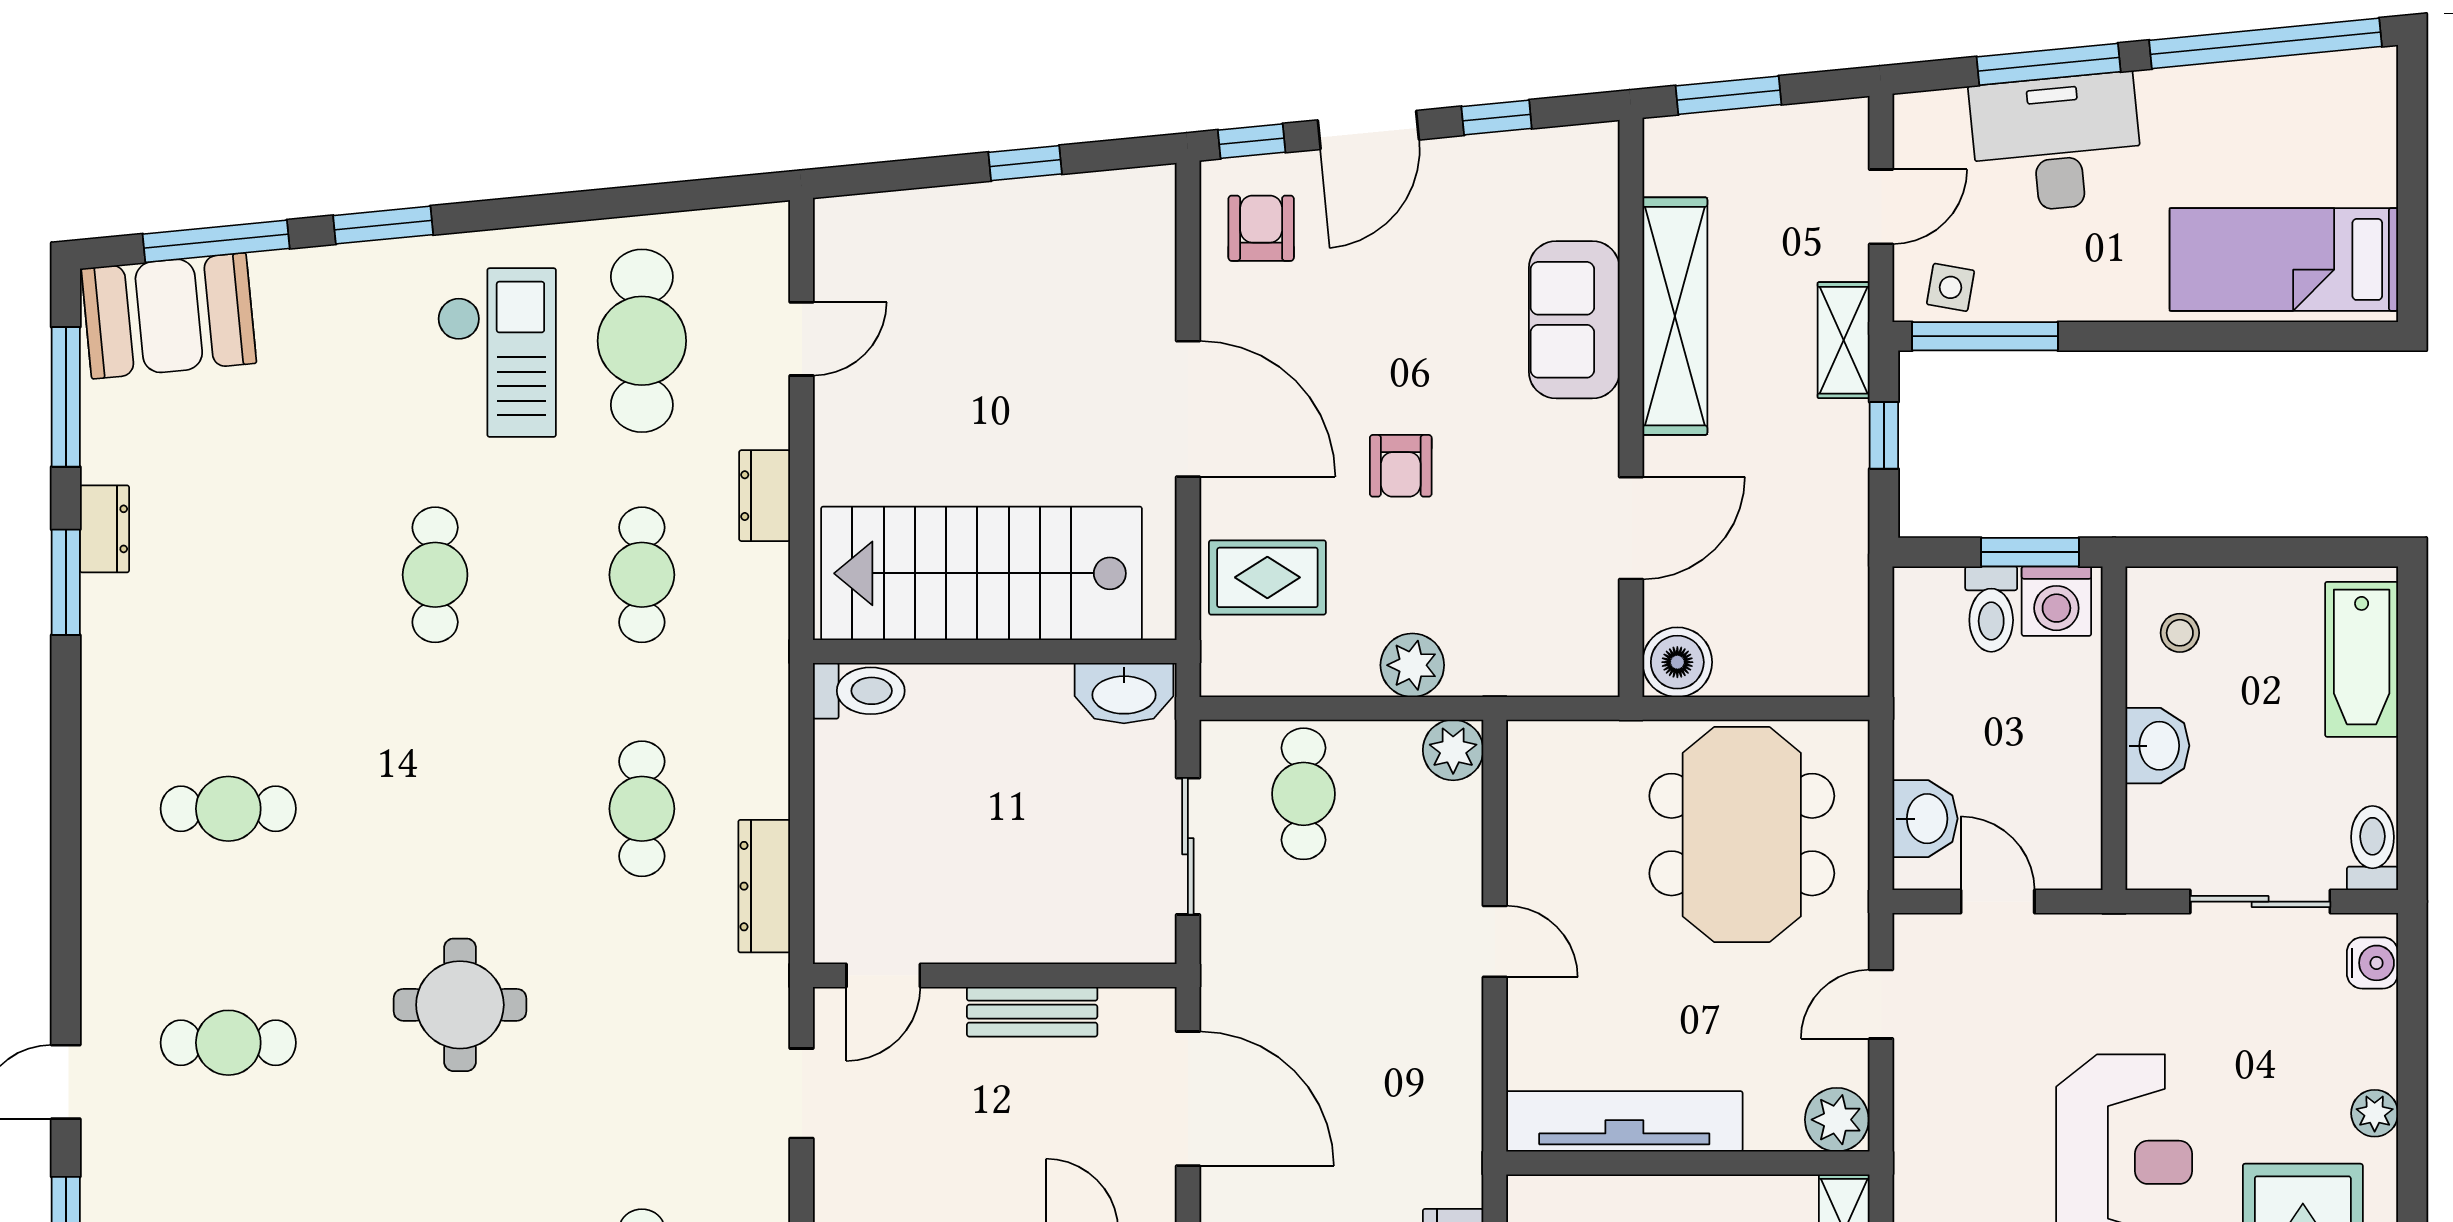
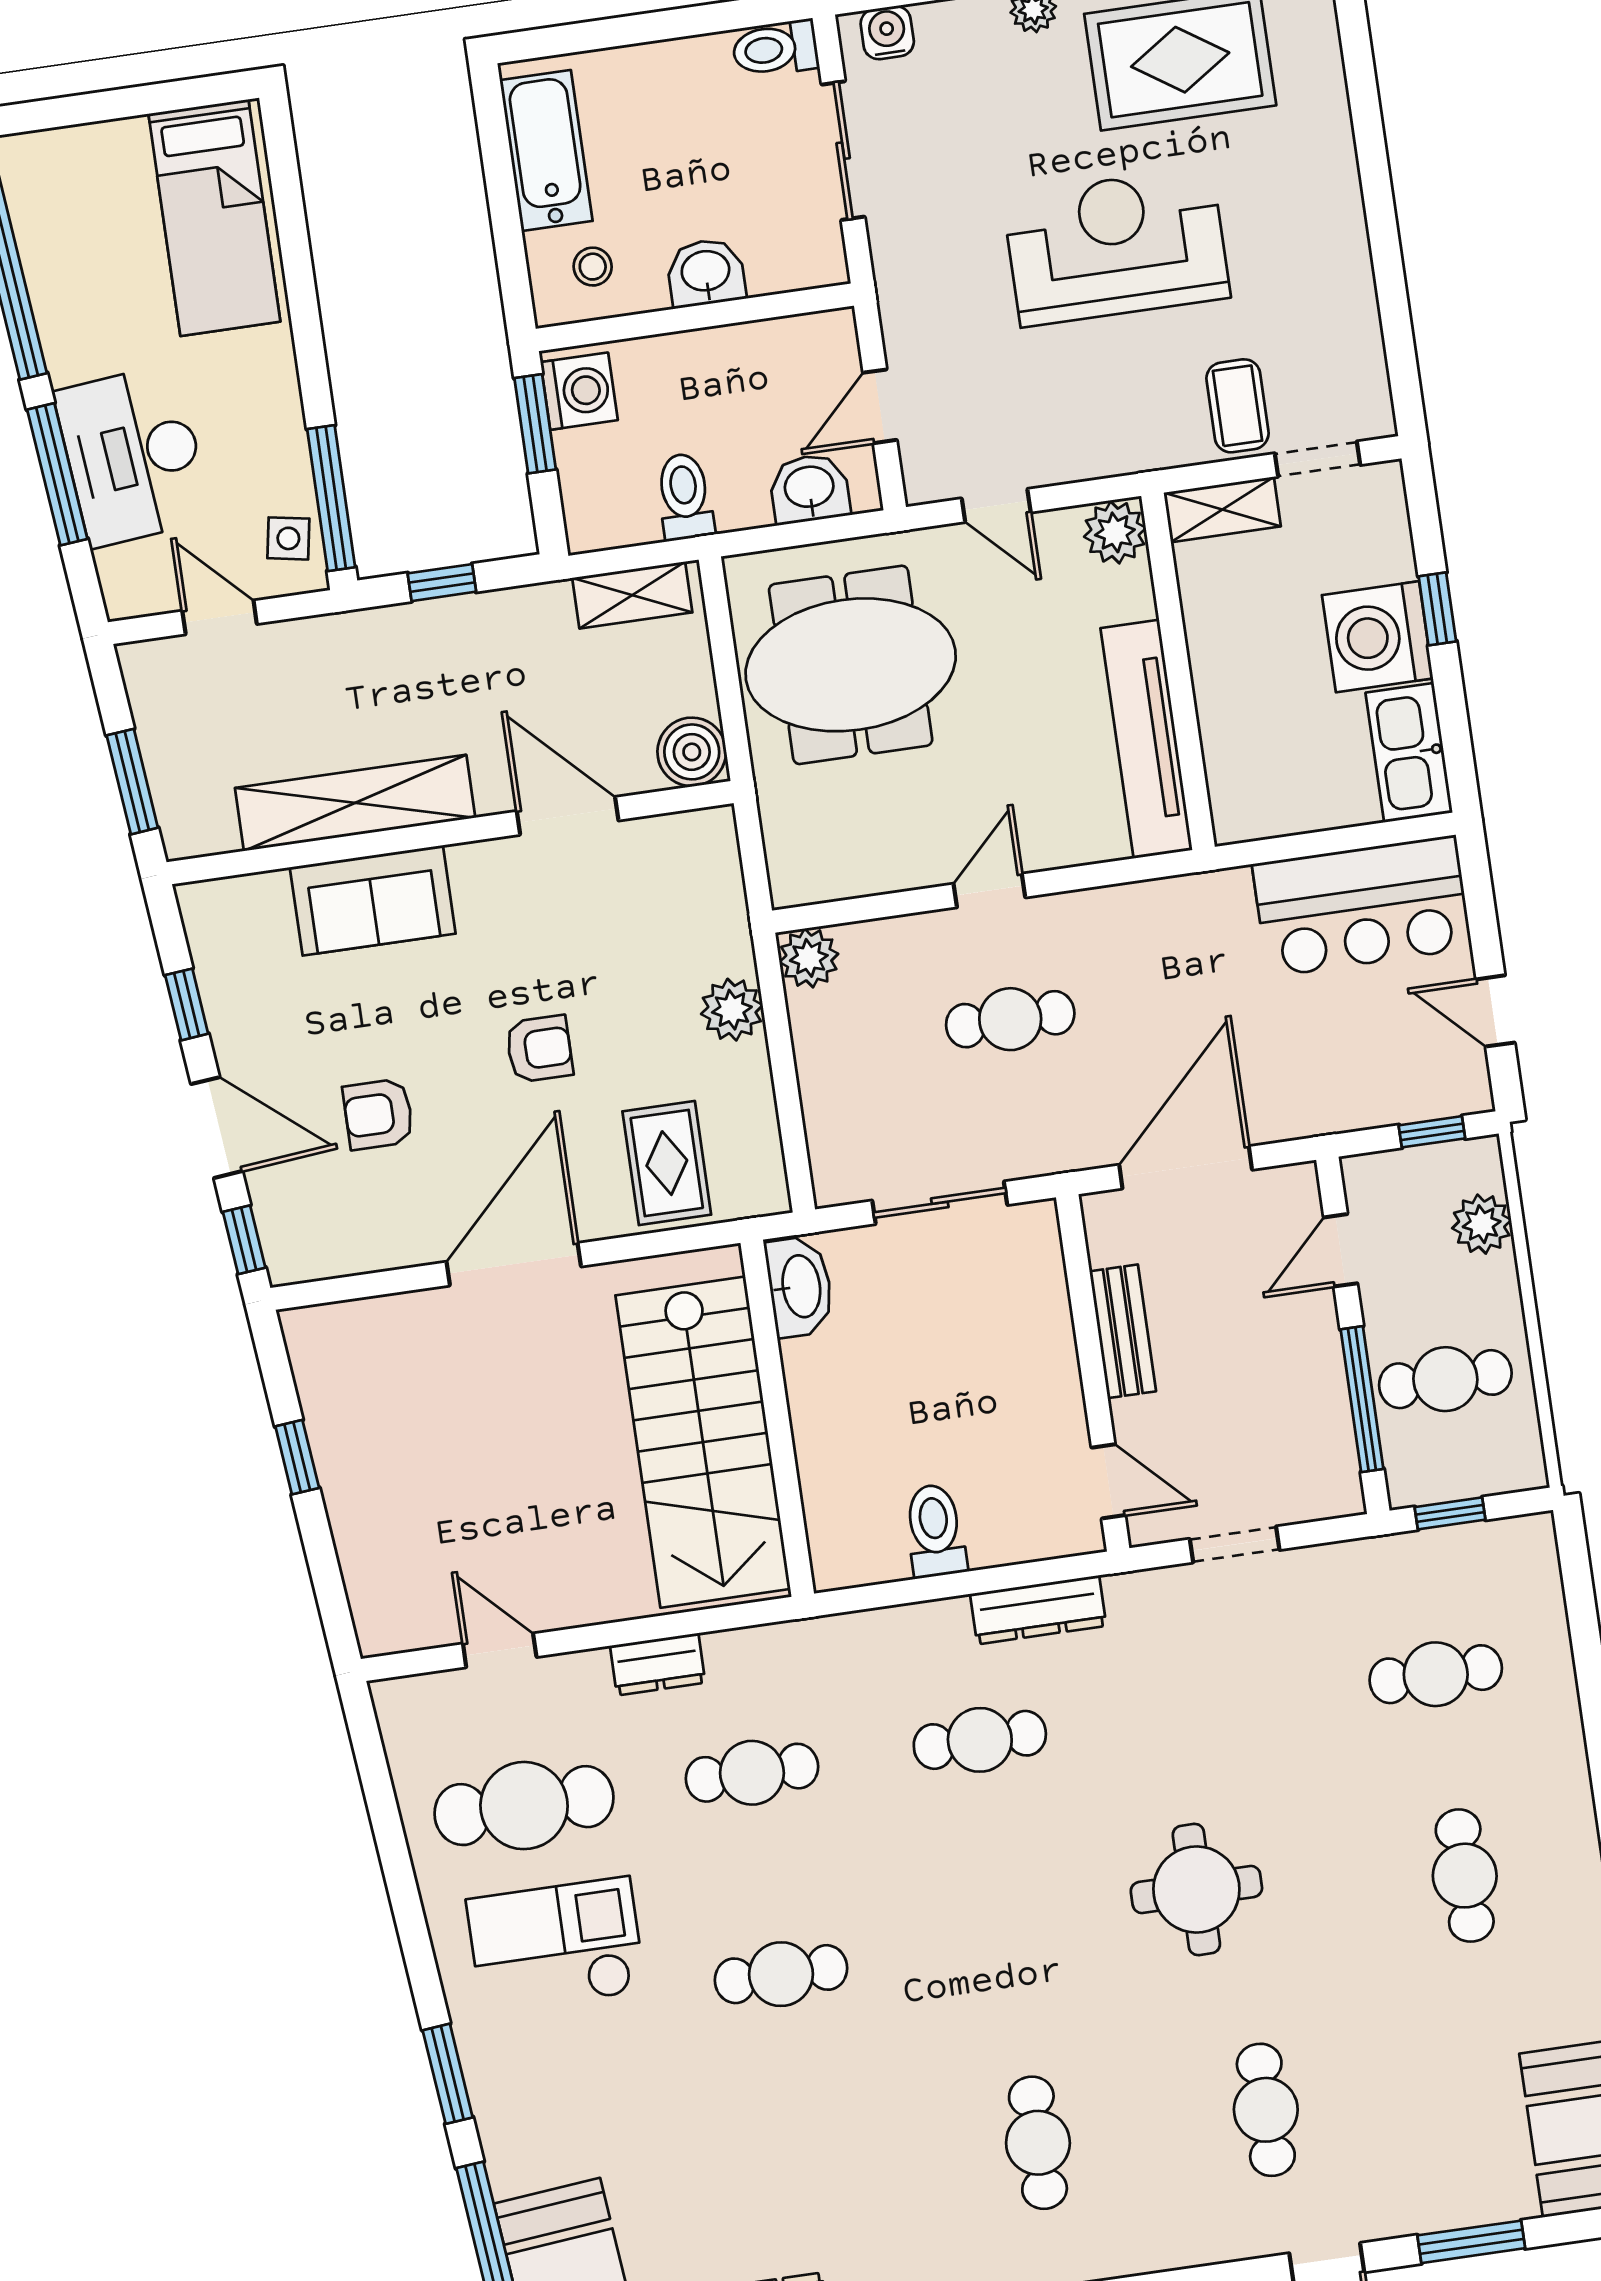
armchair: (1261, 228) -> (378, 1114), moved
shelving: (1844, 340) -> (632, 595), moved
toilet: (1991, 609) -> (685, 497), moved, turned -90
bathtub: (2362, 659) -> (546, 151), moved, turned -90
toilet: (859, 691) -> (935, 1531), moved
cafe table: (1304, 794) -> (1010, 1019), moved

